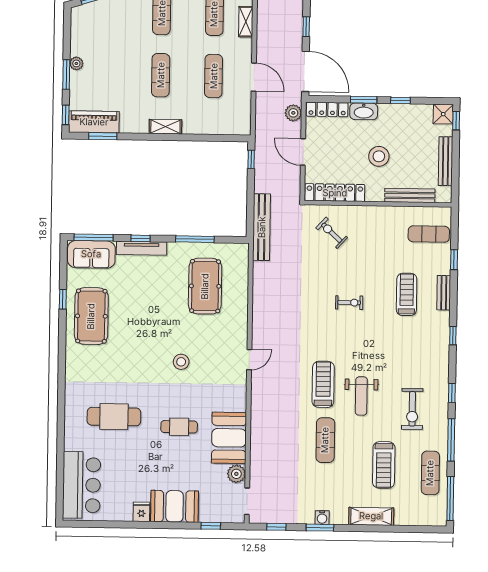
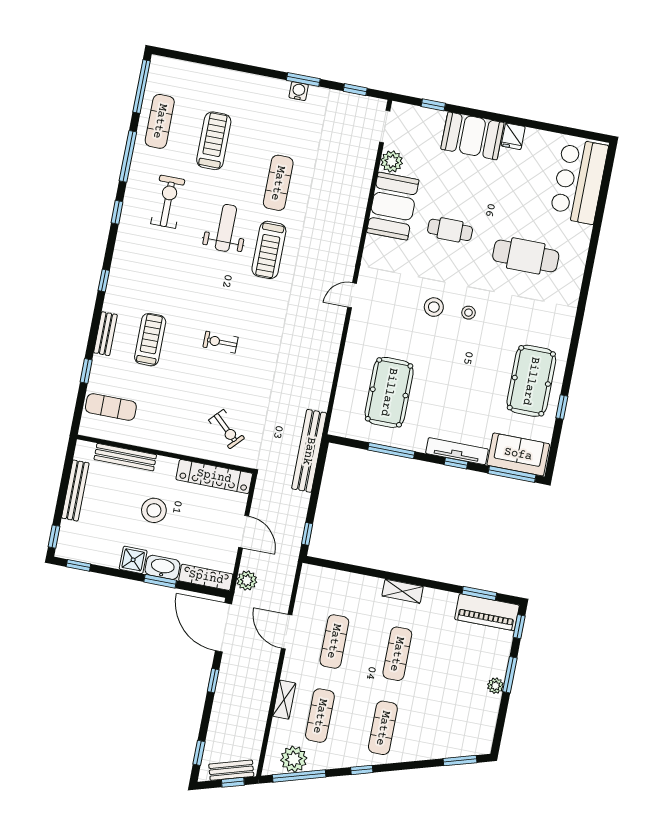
window: (400, 100) -> (78, 565), moved
shower: (443, 114) -> (133, 560), moved
treadmill: (407, 294) -> (150, 340), turned 180
stool: (152, 362) -> (468, 313), added
shelving: (371, 516) -> (240, 82), removed

